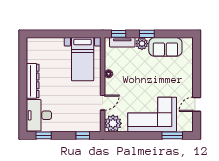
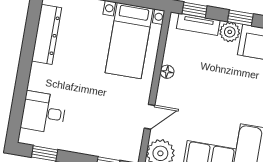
dresser: (33, 81) -> (47, 34), moved
desk: (39, 115) -> (44, 112), width x0.73

